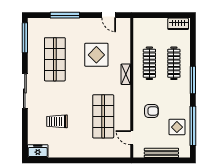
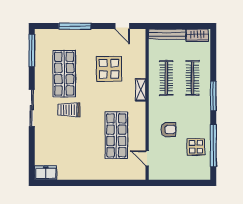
trolley: (57, 121) -> (69, 110), moved
bench: (161, 153) -> (167, 34), moved

